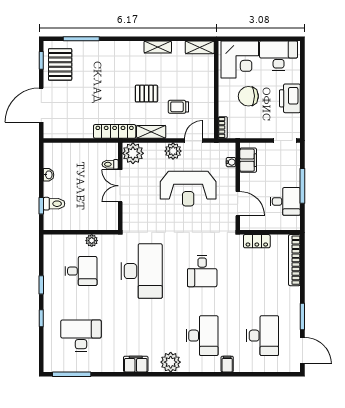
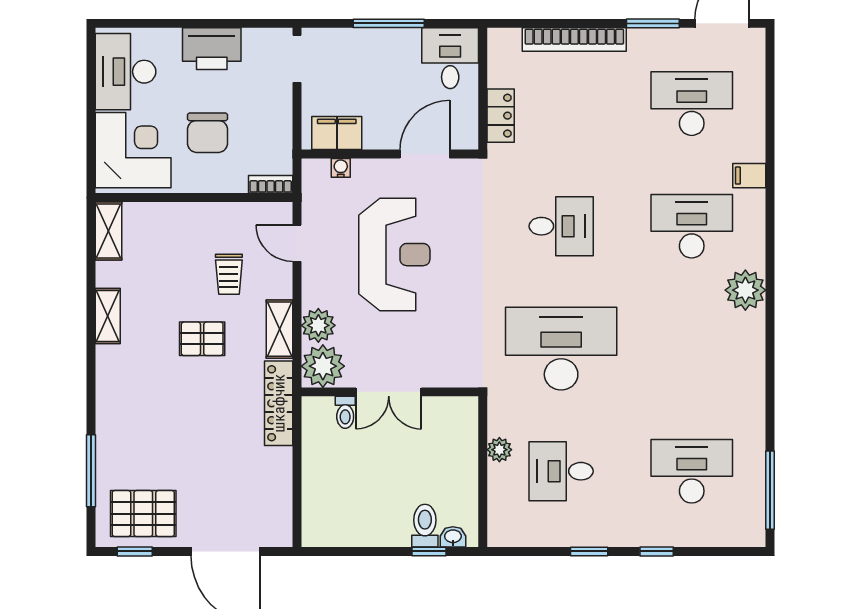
pallet: (146, 94) -> (202, 339), turned 90
plant: (173, 151) -> (318, 325), moved
washbasin: (49, 175) -> (453, 537), moved
desk: (285, 201) -> (450, 58), moved
bookcase: (294, 260) -> (574, 40), moved
desk: (81, 271) -> (561, 471), turned -90
desk: (81, 336) -> (692, 471), turned 90
filing cabinet: (136, 364) -> (749, 360), removed

